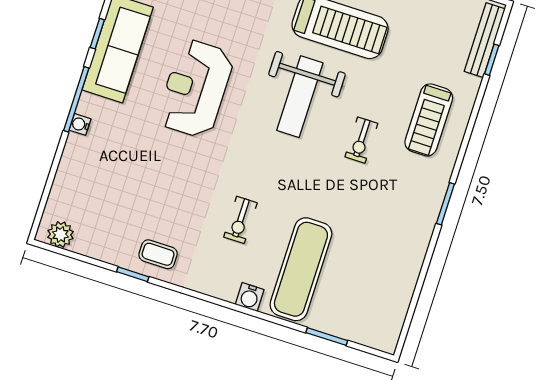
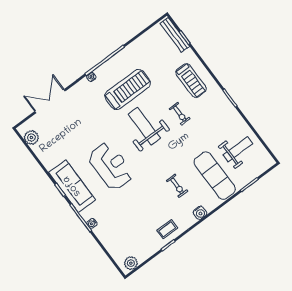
reception desk: (195, 89) -> (111, 166), turned 180
weight bench: (300, 97) -> (144, 126), turned 180
weight bench: (371, 277) -> (238, 149), added
water cooler: (250, 297) -> (200, 213), moved

